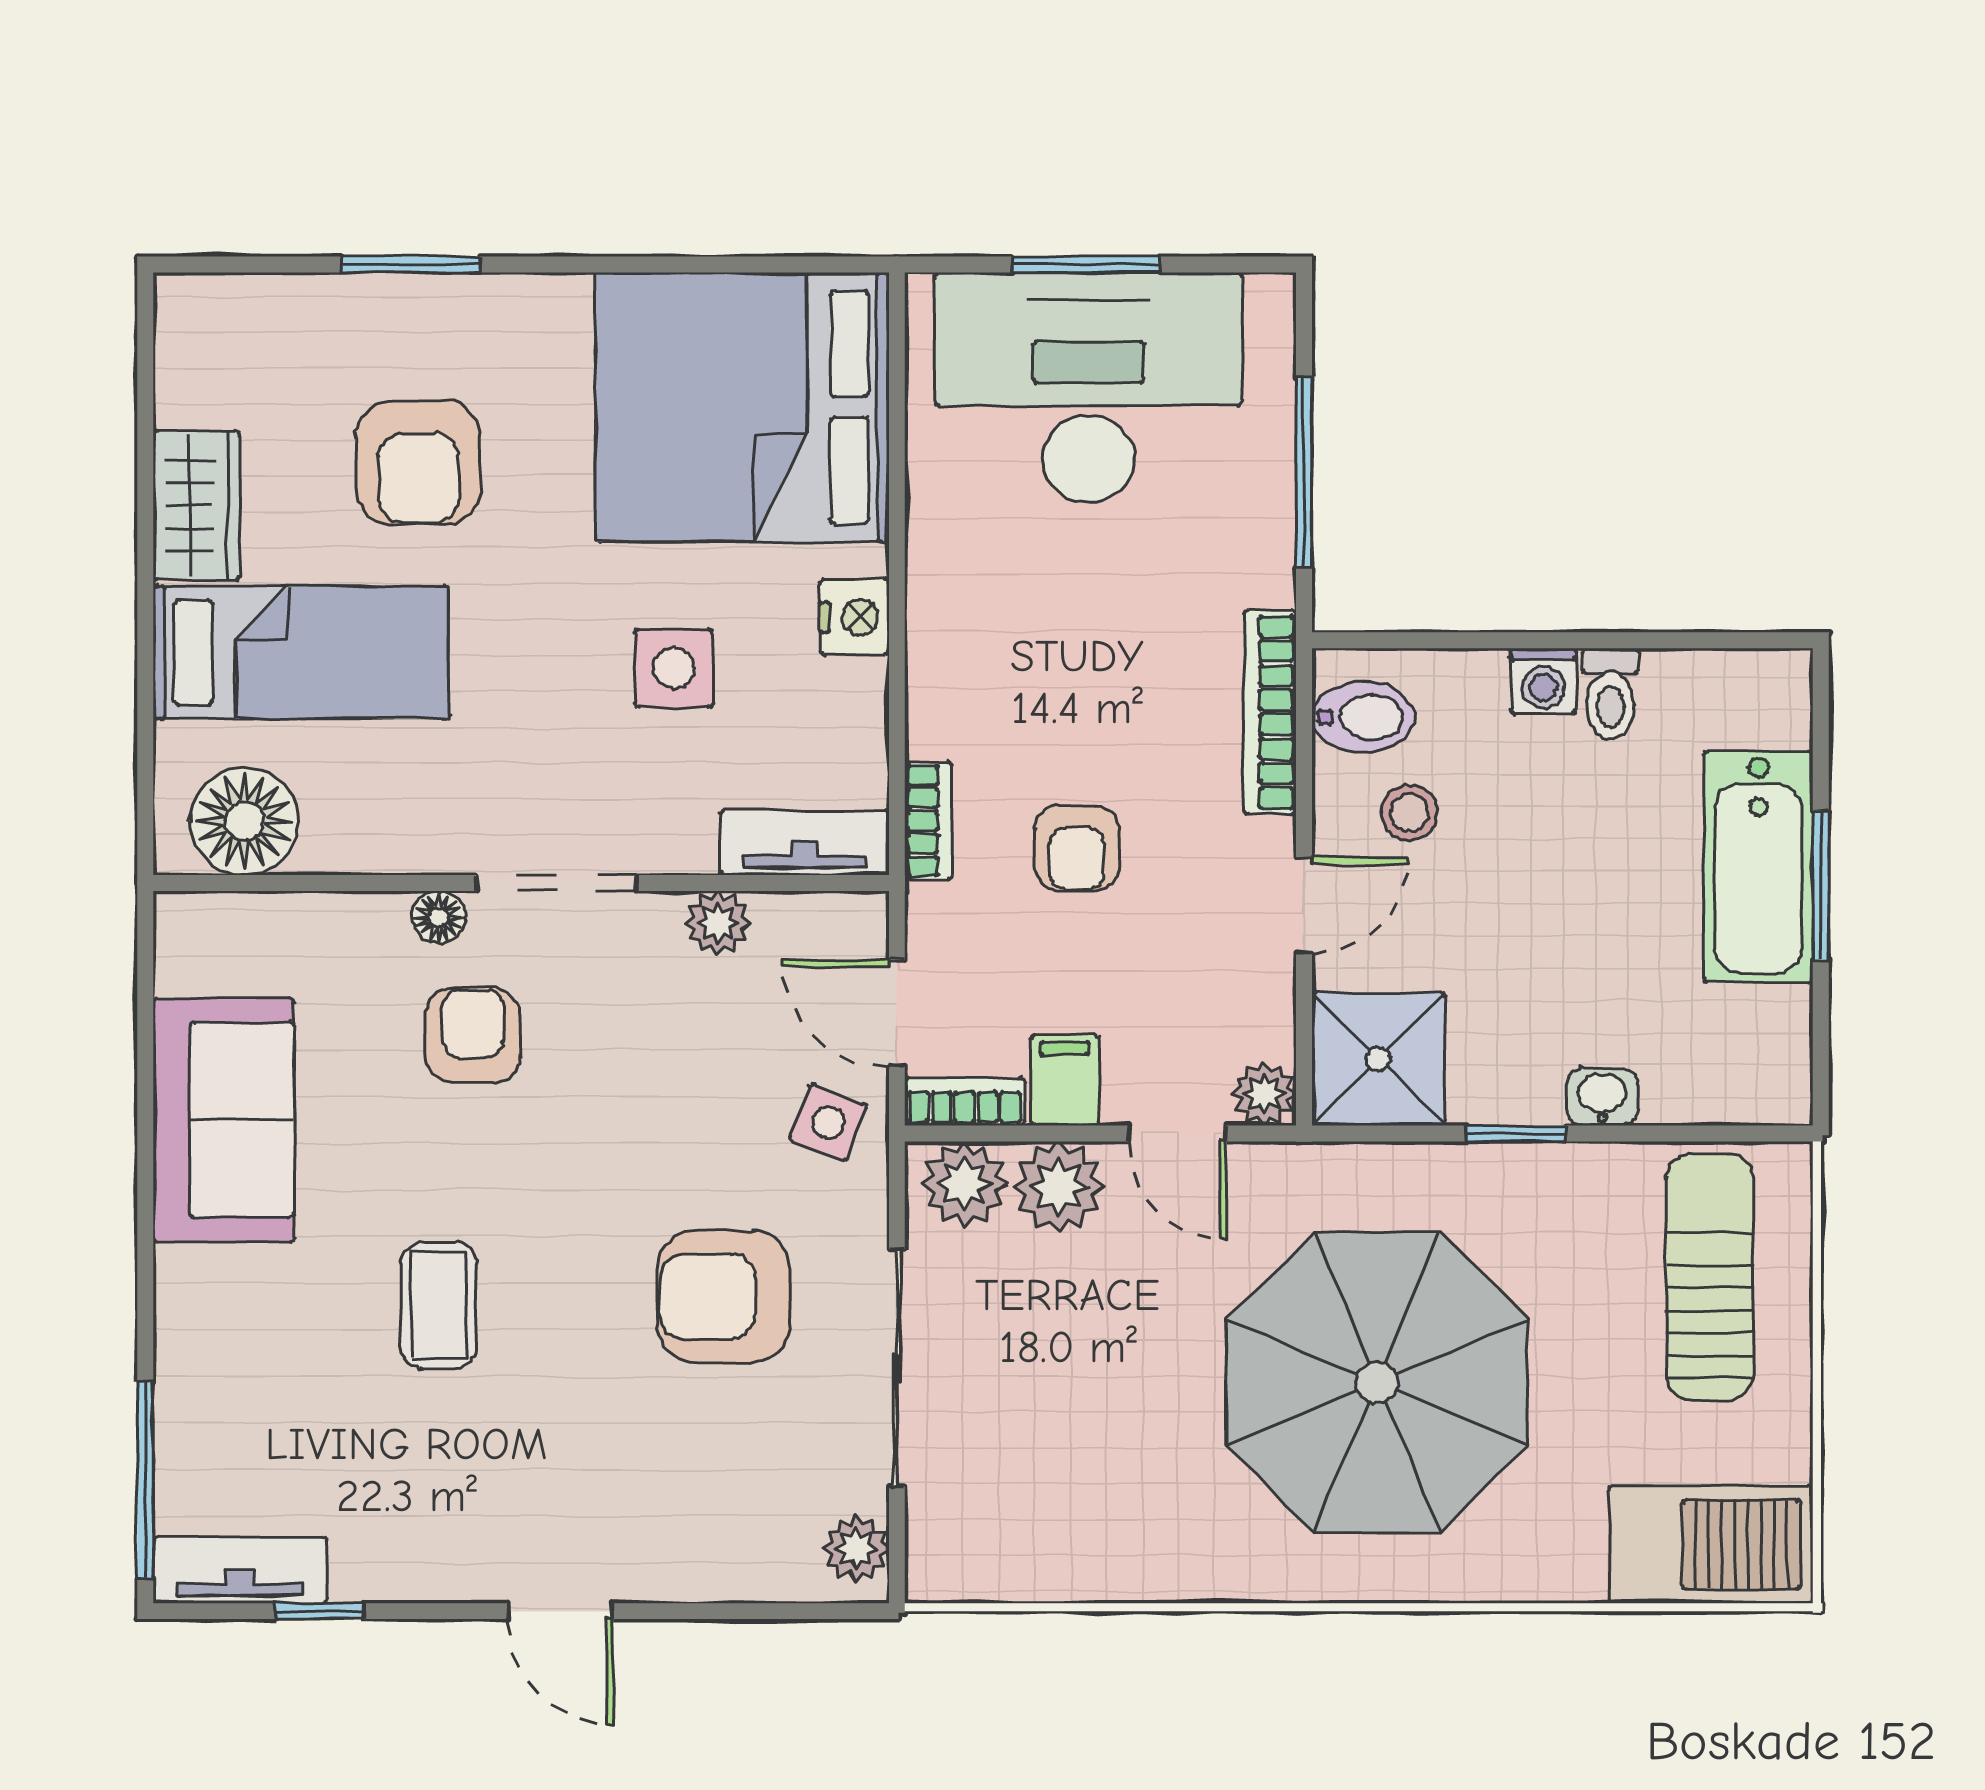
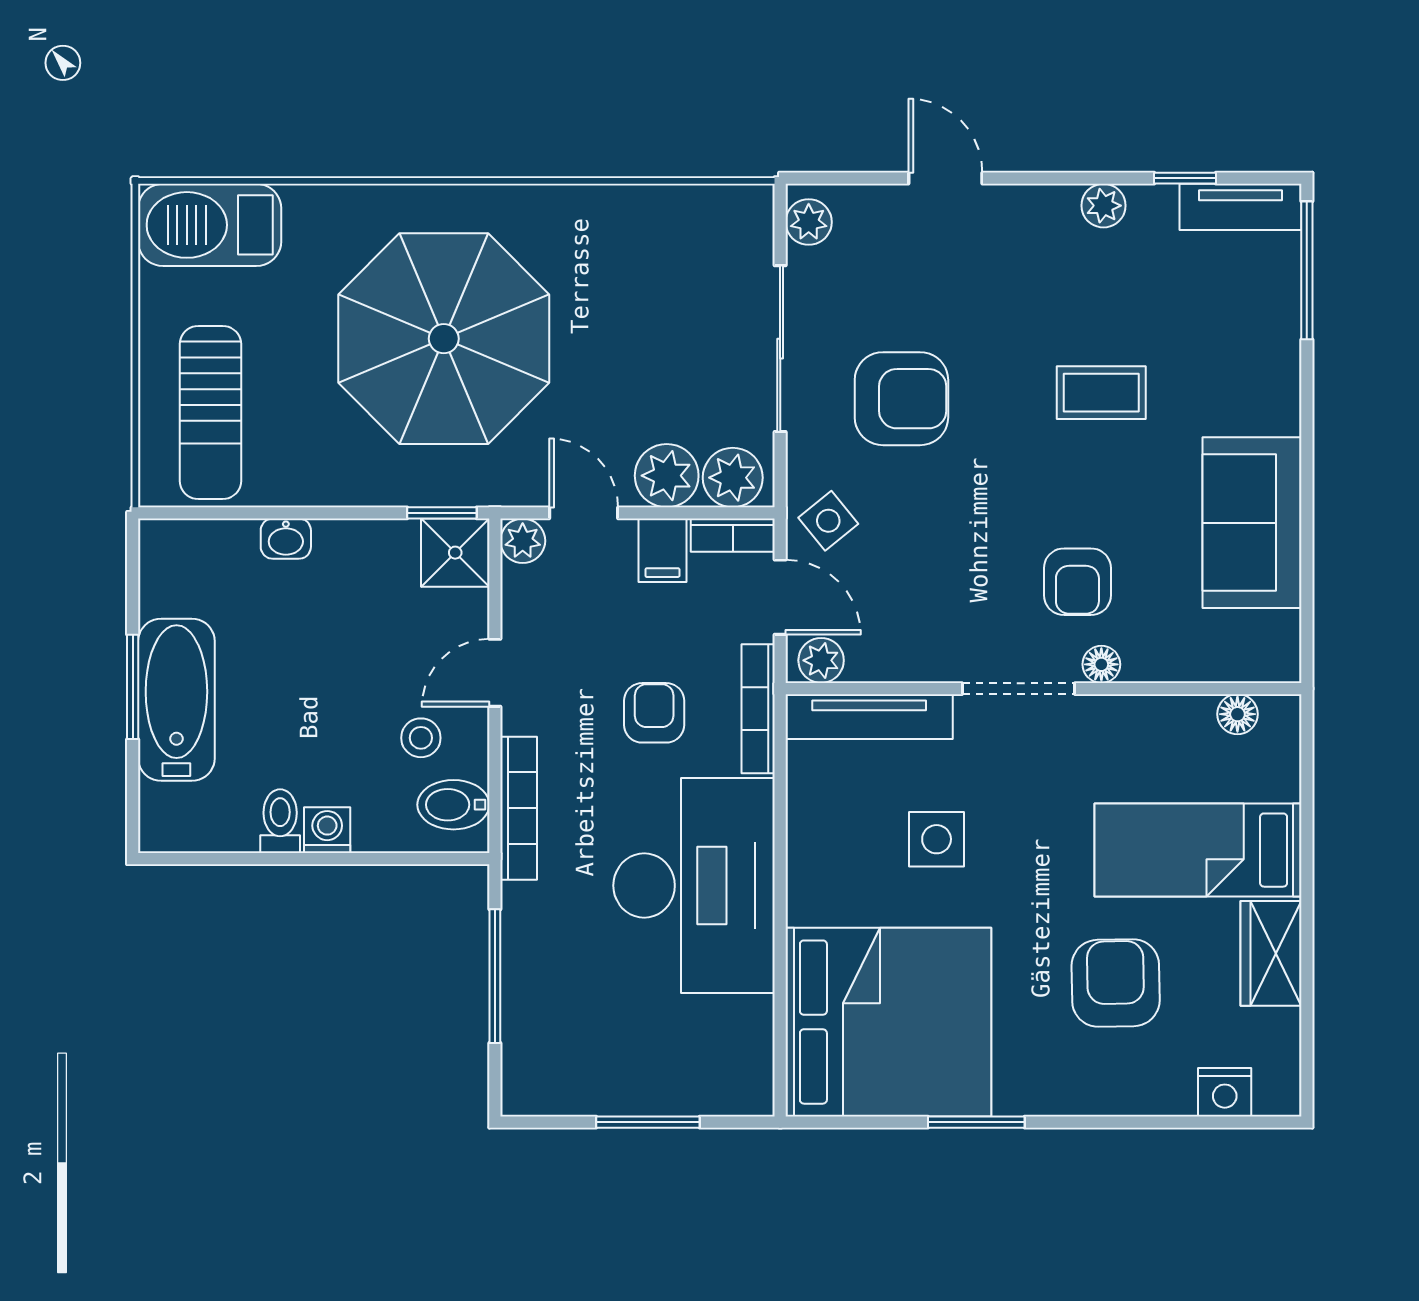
window: (411, 264) -> (976, 1122), moved
desk: (1089, 387) -> (694, 886), moved, turned -90
nightstand: (854, 617) -> (1225, 1092), moved, turned -90
floor lamp: (244, 821) -> (1237, 714), width x0.53, depth x0.53
bookcase: (928, 821) -> (758, 709), width x1.56
tv unit: (805, 843) -> (869, 717), width x1.41
plant: (718, 923) -> (821, 660), moved
shower: (1378, 1059) -> (455, 553), width x0.73, depth x0.73
side table: (828, 1122) -> (828, 521), turned 30
window: (1516, 1134) -> (442, 513), moved
coffee table: (439, 1305) -> (1101, 393), turned 90
plant: (436, 1572) -> (1103, 206), added
door: (560, 1611) -> (945, 178), moved

